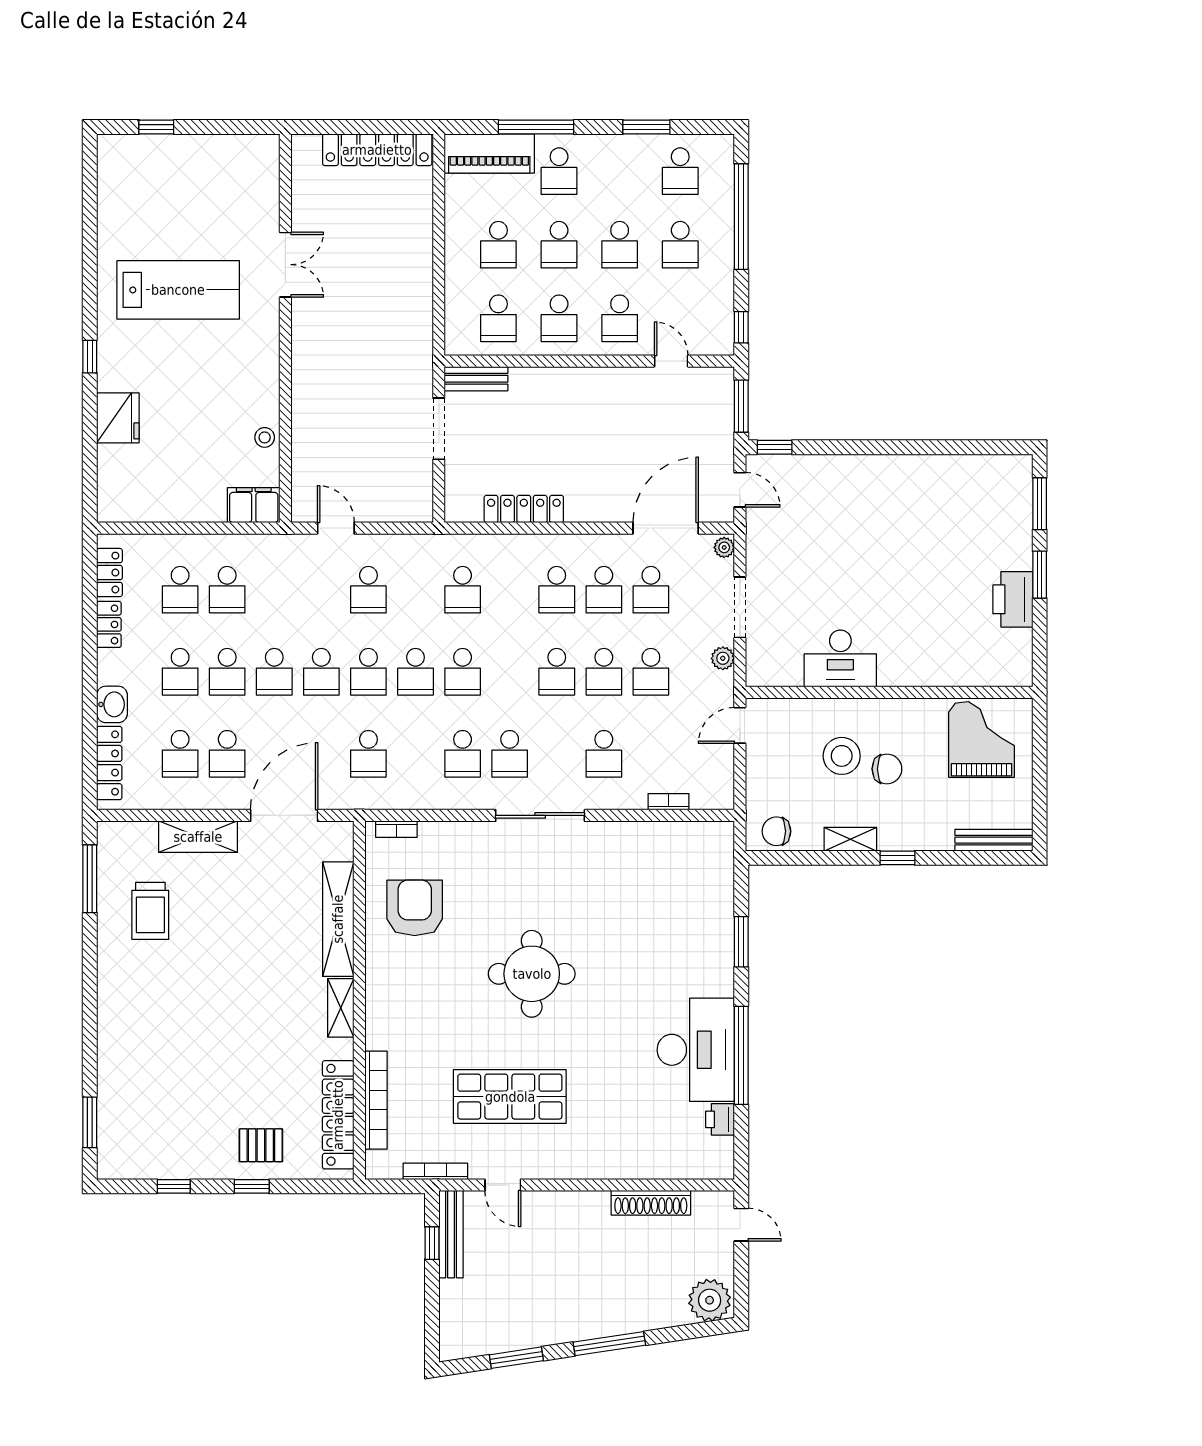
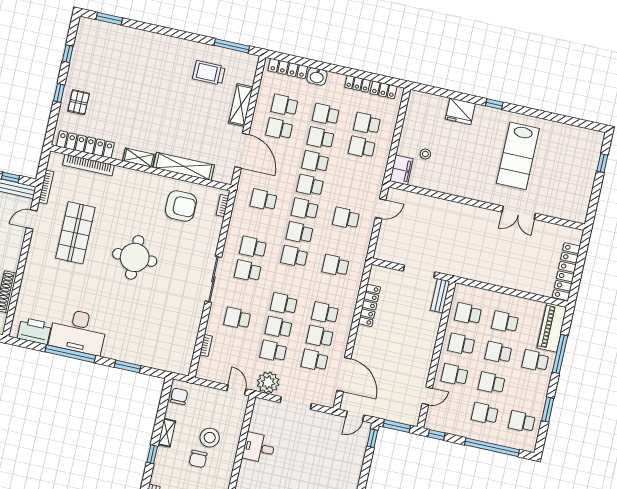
stool: (265, 437) -> (425, 154), moved
plant: (724, 547) -> (328, 402), removed
plant: (723, 658) -> (268, 382), width x1.87, depth x1.87
desk: (840, 658) -> (259, 448), width x0.73
printer: (720, 1119) -> (34, 331), width x1.87, depth x1.48

